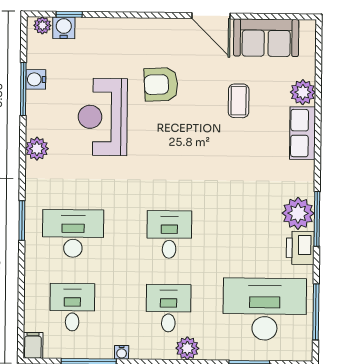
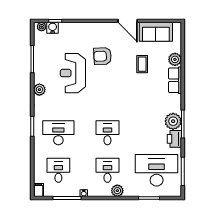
water cooler: (36, 79) -> (39, 54), removed

